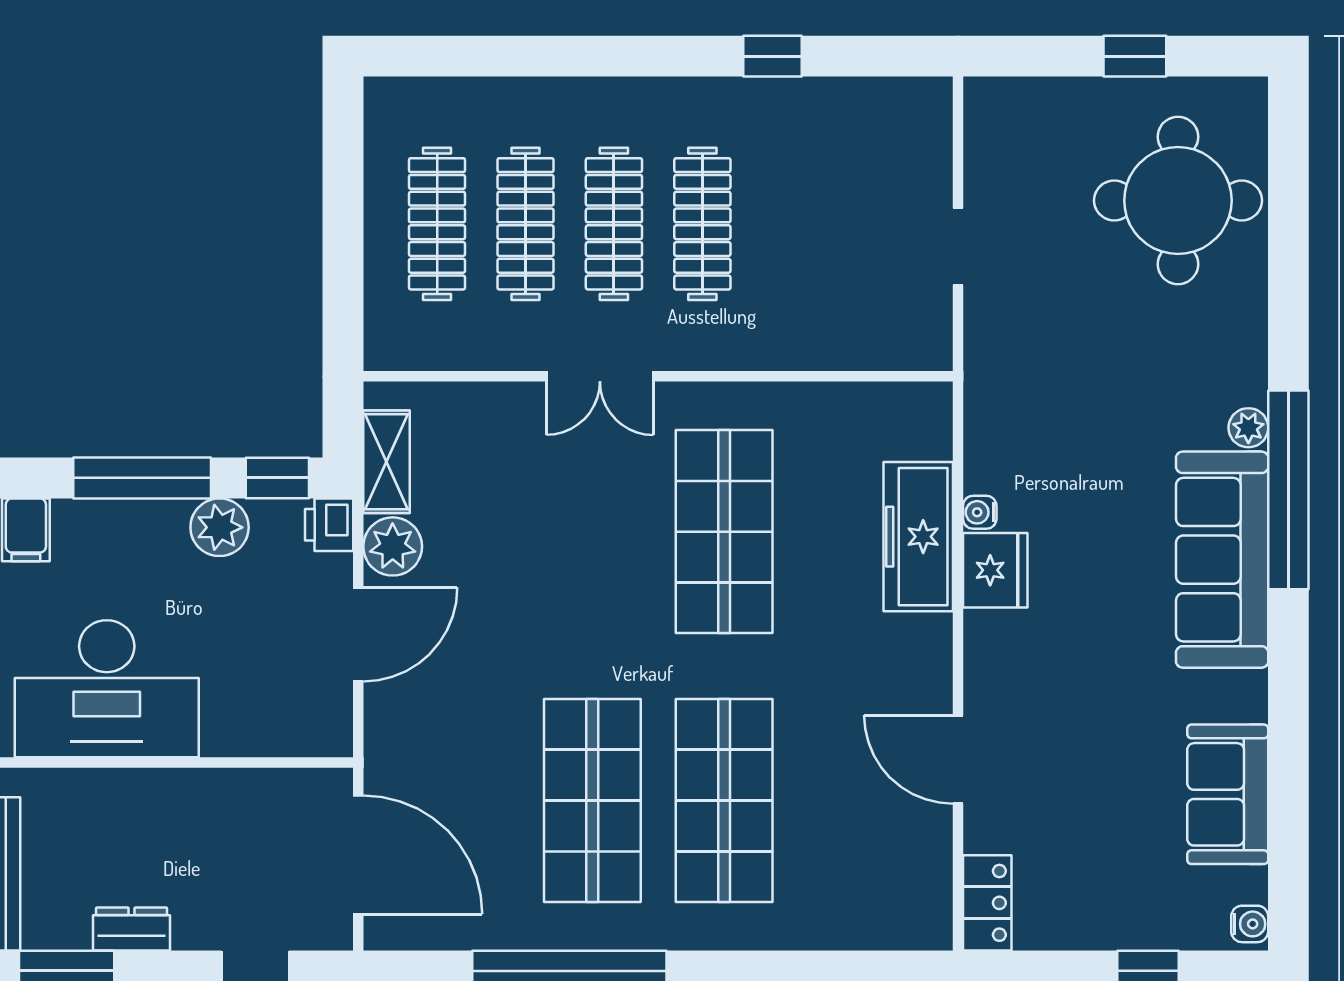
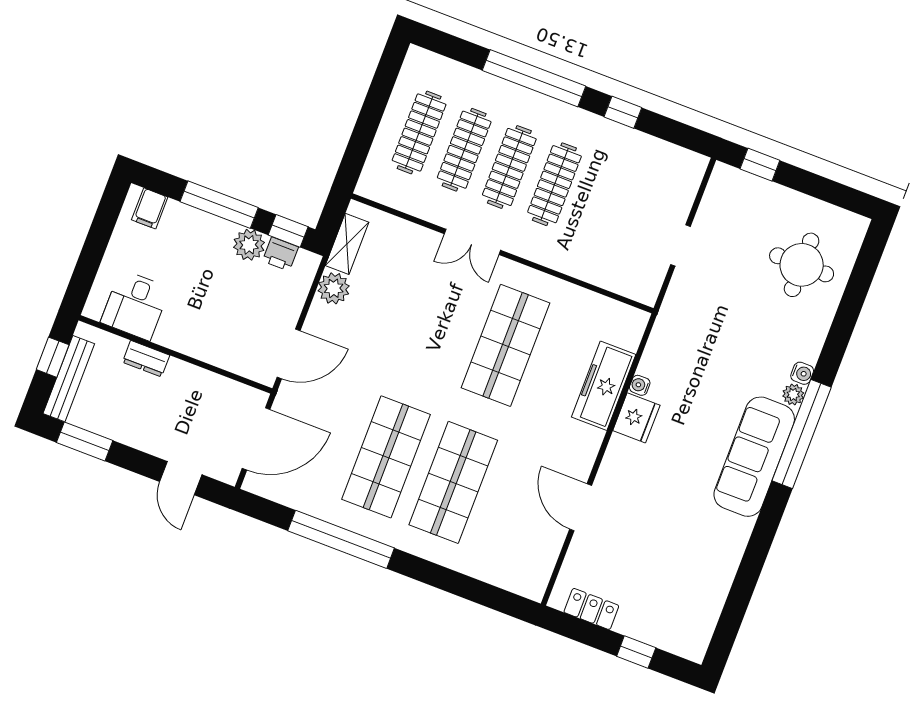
window: (598, 56) -> (534, 78), added
window: (1135, 56) -> (760, 165), moved
round table: (1178, 200) -> (802, 265), width x0.73, depth x0.73
printer: (329, 525) -> (280, 254), moved, turned -90
door: (358, 634) -> (289, 354), moved
desk: (107, 689) -> (135, 305), width x0.53, depth x0.77
sofa: (1228, 794) -> (711, 577), removed
door: (358, 855) -> (256, 439), hinge flipped
locker: (987, 903) -> (591, 609), moved, turned -90
water cooler: (1250, 924) -> (802, 373), moved
dresser: (132, 929) -> (146, 359), moved, turned 180

